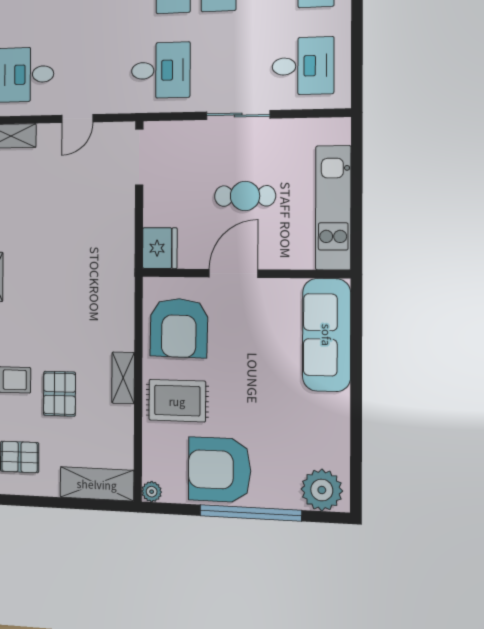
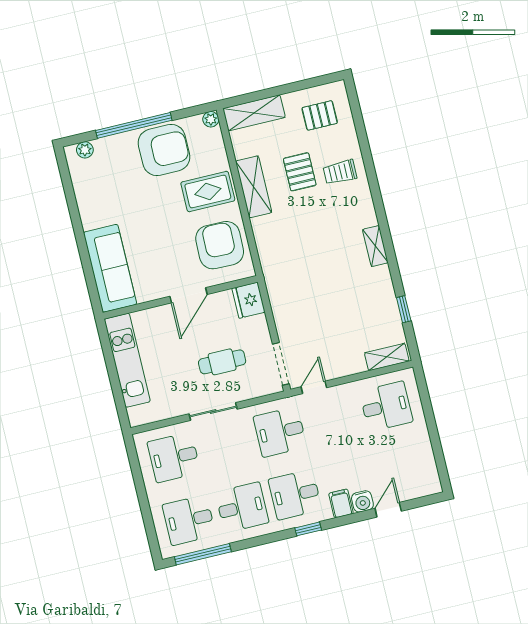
door: (77, 119) -> (314, 387), moved
cafe table: (245, 196) -> (222, 362), moved
shelving: (123, 378) -> (254, 187), width x1.50, depth x1.33
plant: (322, 490) -> (85, 150), width x0.53, depth x0.53

